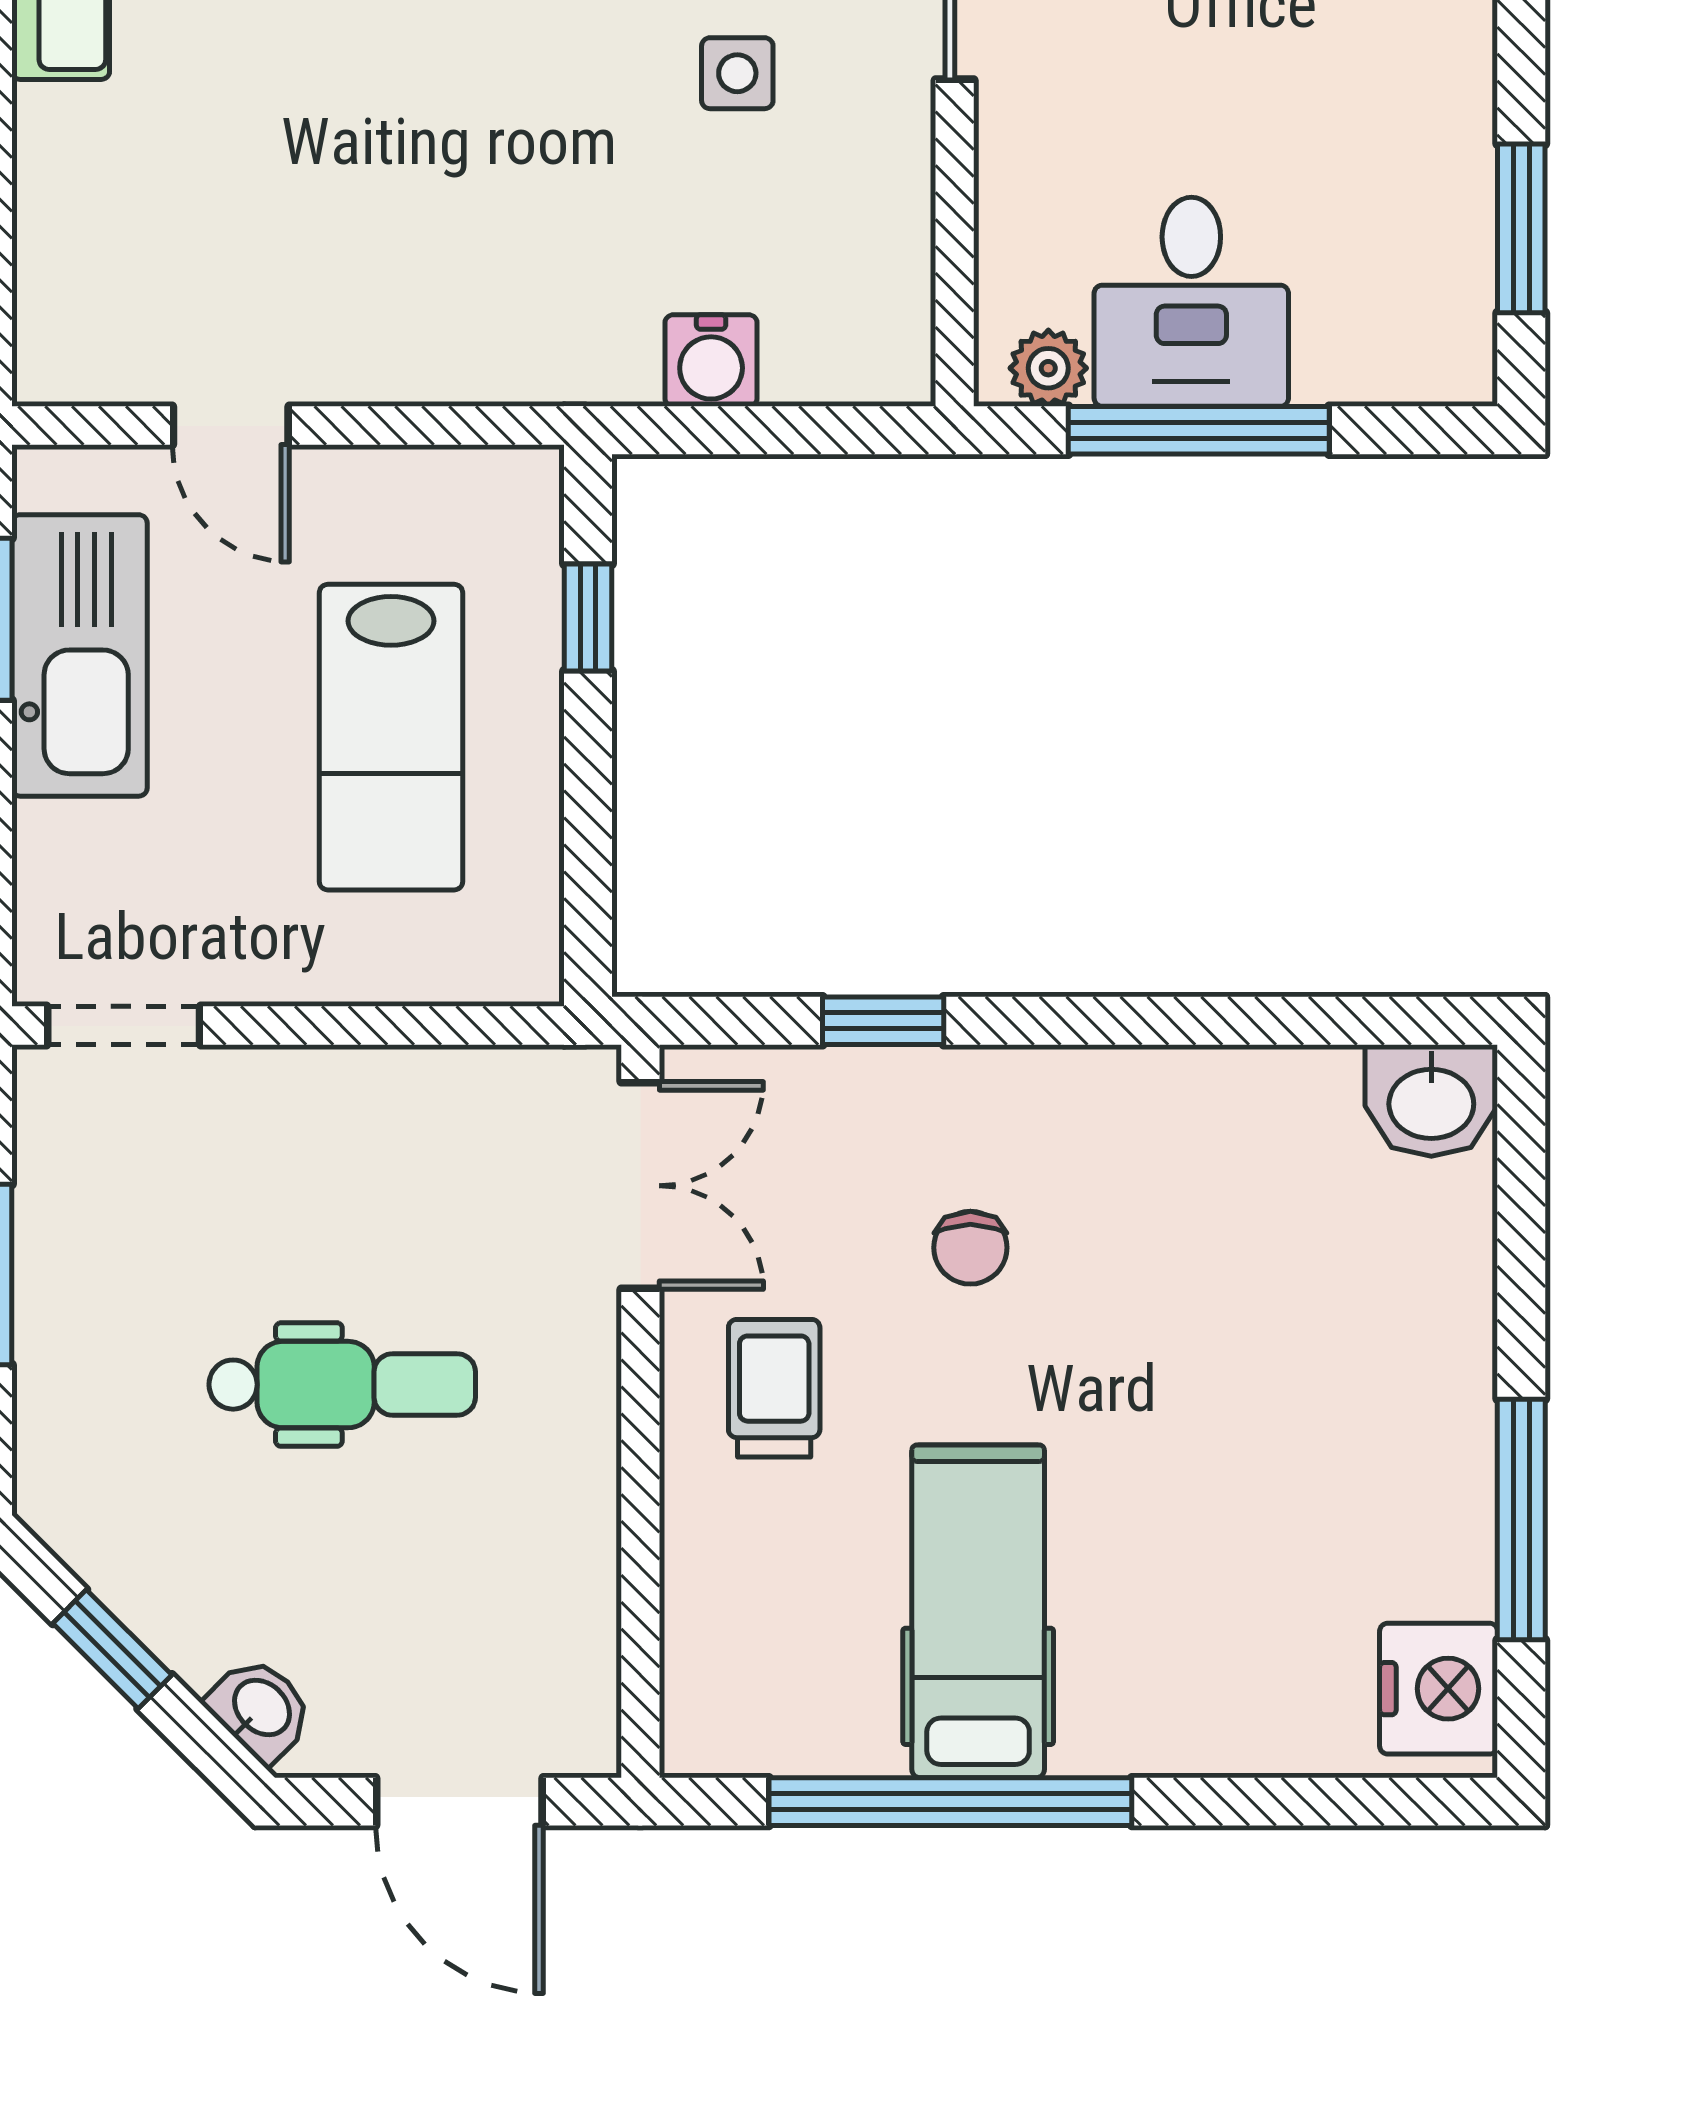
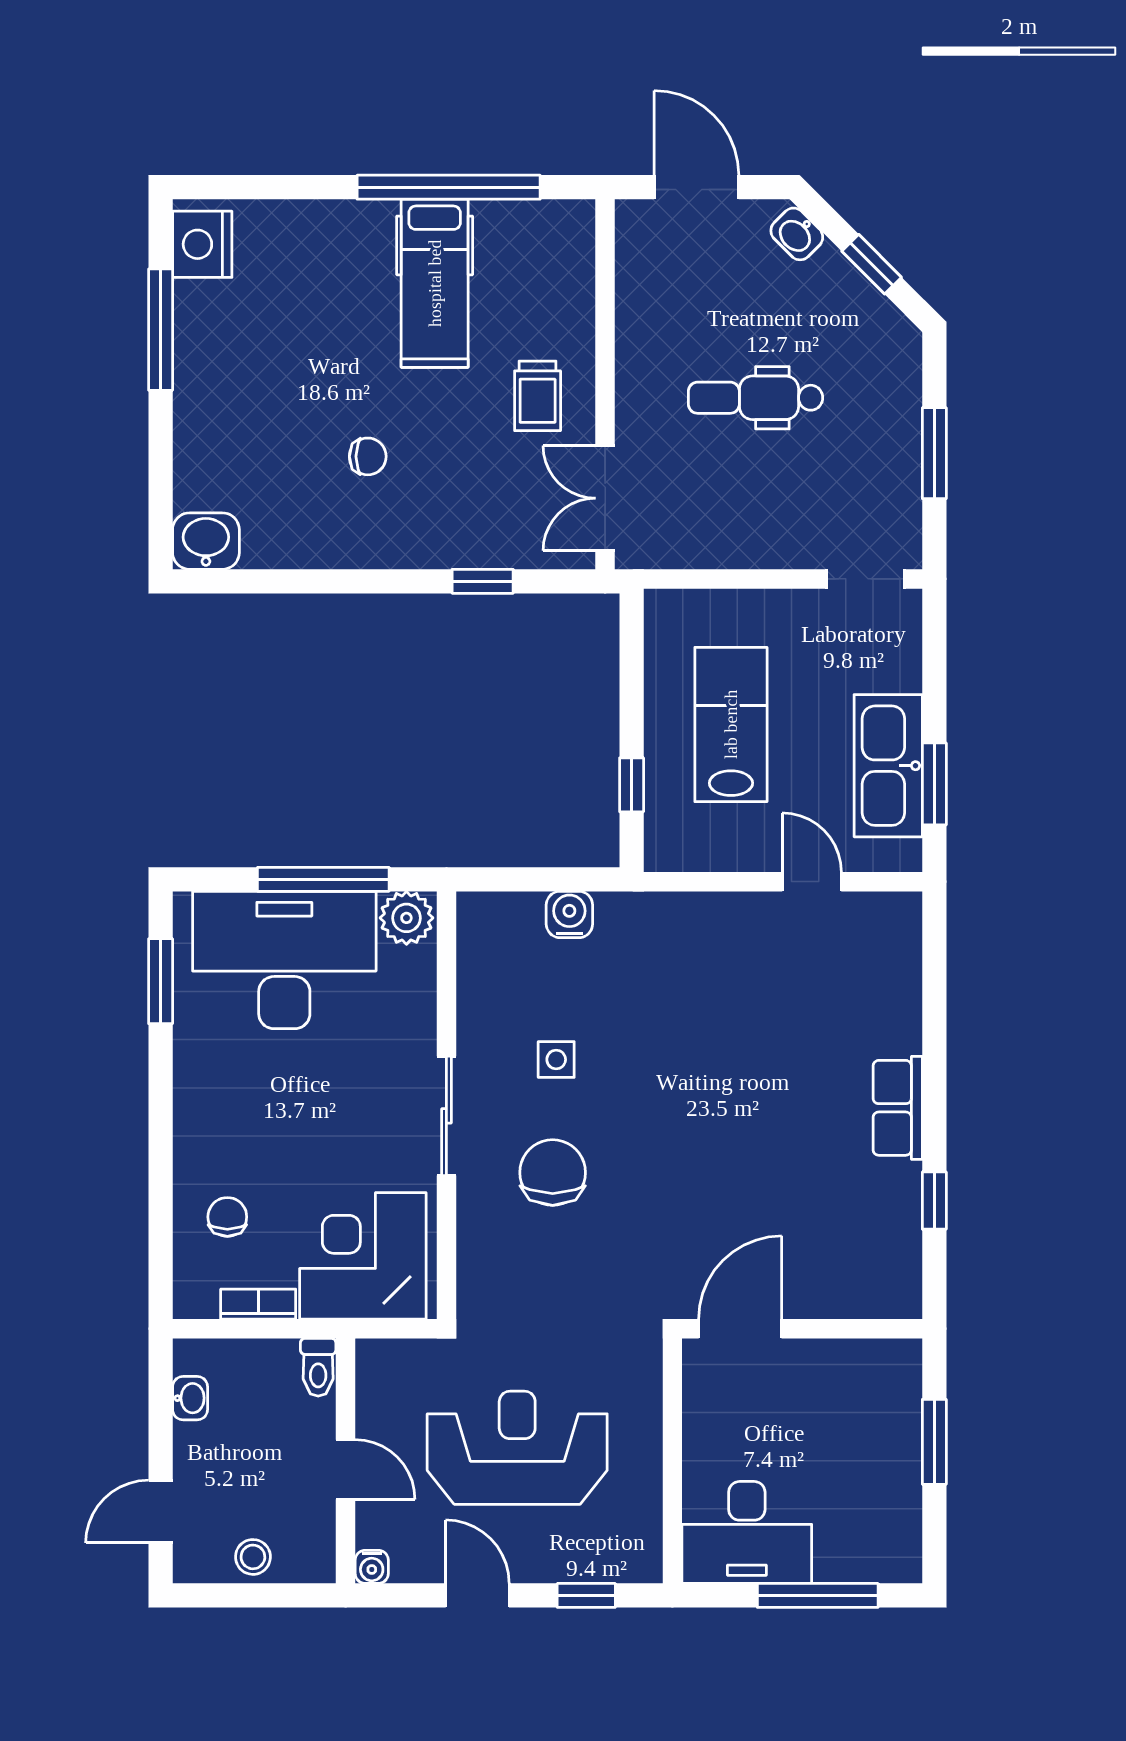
desk: (1191, 302) -> (284, 960), width x1.87, depth x1.30
plant: (1048, 368) -> (406, 918), width x1.38, depth x1.38
chair: (970, 1248) -> (368, 456), moved, turned 90

